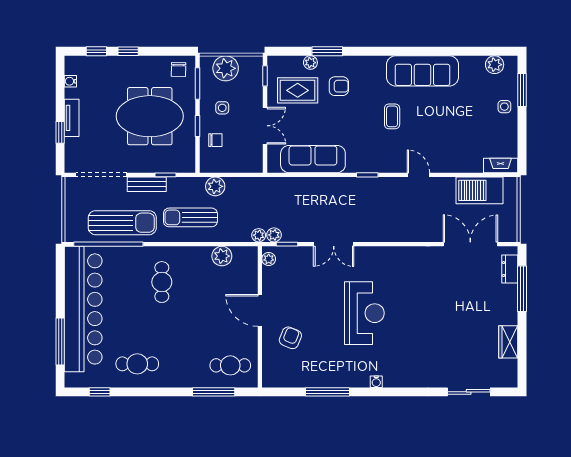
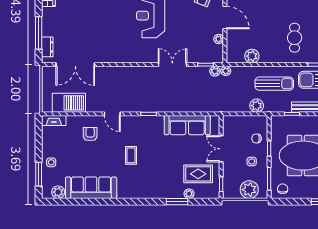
sofa: (422, 71) -> (91, 188), moved
armchair: (339, 86) -> (90, 134), moved, turned 90
plant: (269, 259) -> (219, 39), moved

